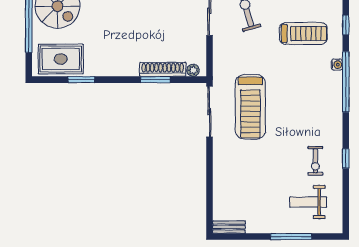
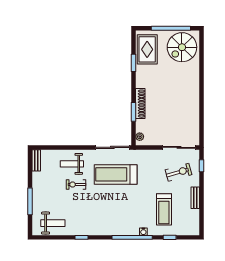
shoe rack: (163, 69) -> (140, 104), moved
exercise bike: (315, 161) -> (76, 185), moved
weight bench: (234, 173) -> (72, 164), added
weight bench: (308, 202) -> (53, 223), moved, turned 90

